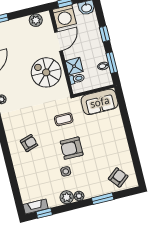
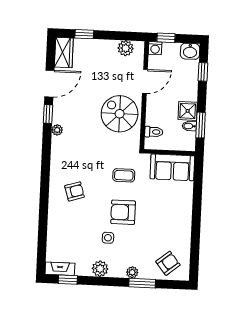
washing machine: (64, 17) -> (155, 48), width x0.53, depth x0.53
window: (105, 34) -> (203, 72), moved
shower: (74, 66) -> (188, 111), moved
plant: (79, 196) -> (132, 272), moved

